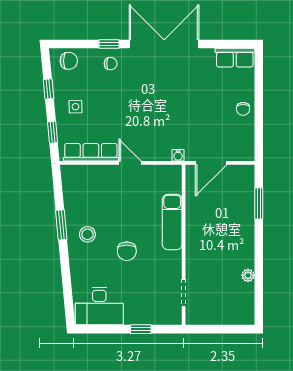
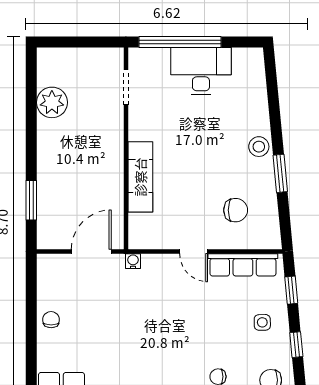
stool: (87, 234) -> (259, 147), moved
chair: (127, 251) -> (236, 210), moved, turned 90
plant: (248, 275) -> (52, 102), width x1.88, depth x1.88
desk: (99, 306) -> (201, 71), moved
window: (141, 329) -> (180, 42), width x3.17

